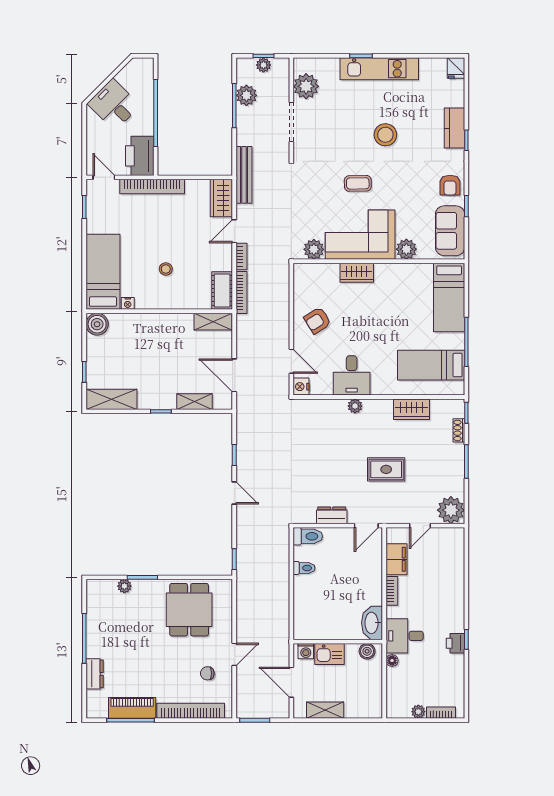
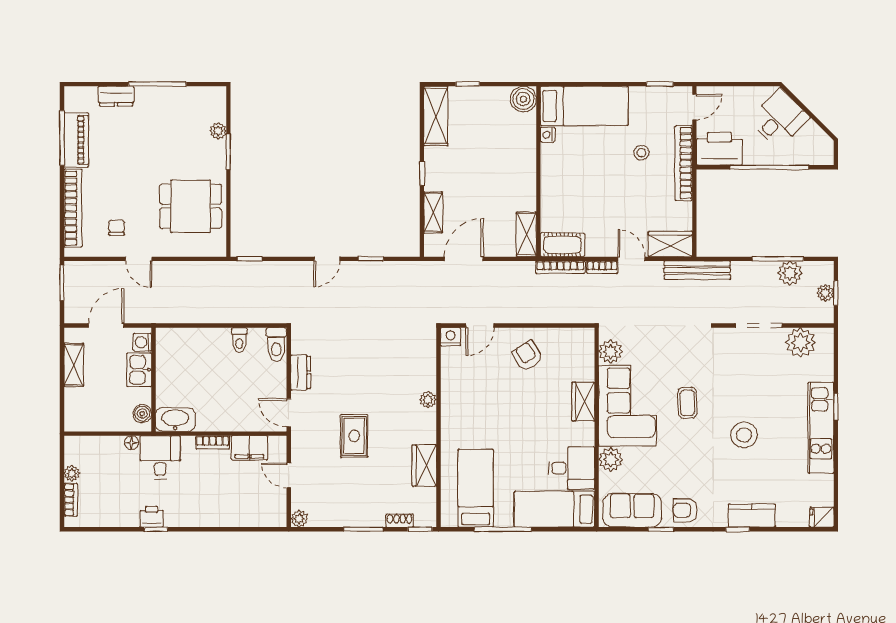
stool: (166, 269) -> (641, 153), moved
desk: (352, 375) -> (571, 468), moved, turned 180
plant: (451, 510) -> (299, 519), width x0.53, depth x0.53

